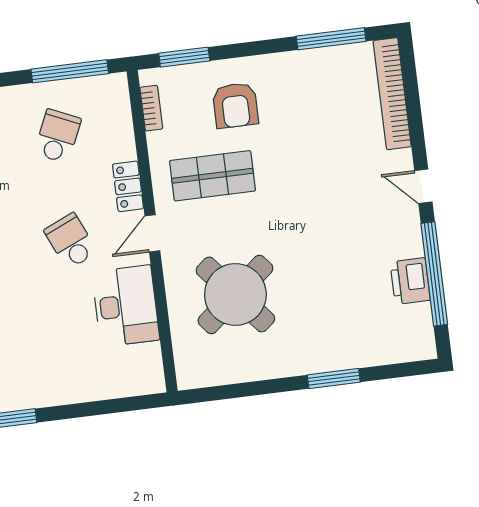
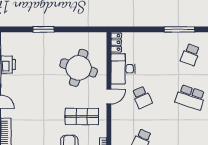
locker: (128, 186) -> (116, 42), moved
round table: (235, 294) -> (79, 68), turned -33

